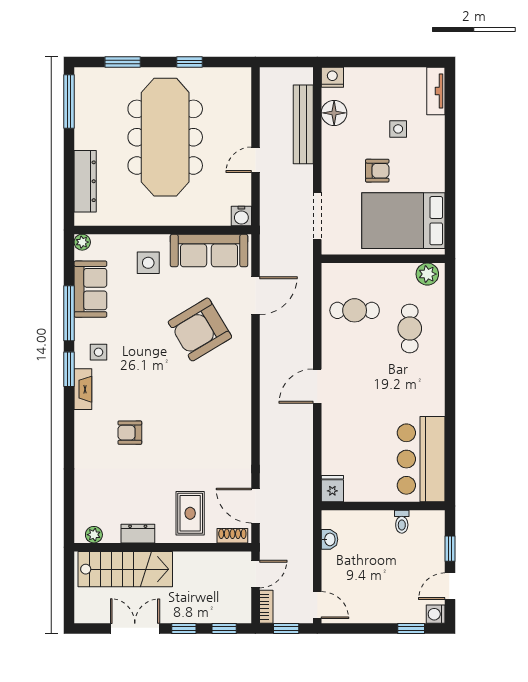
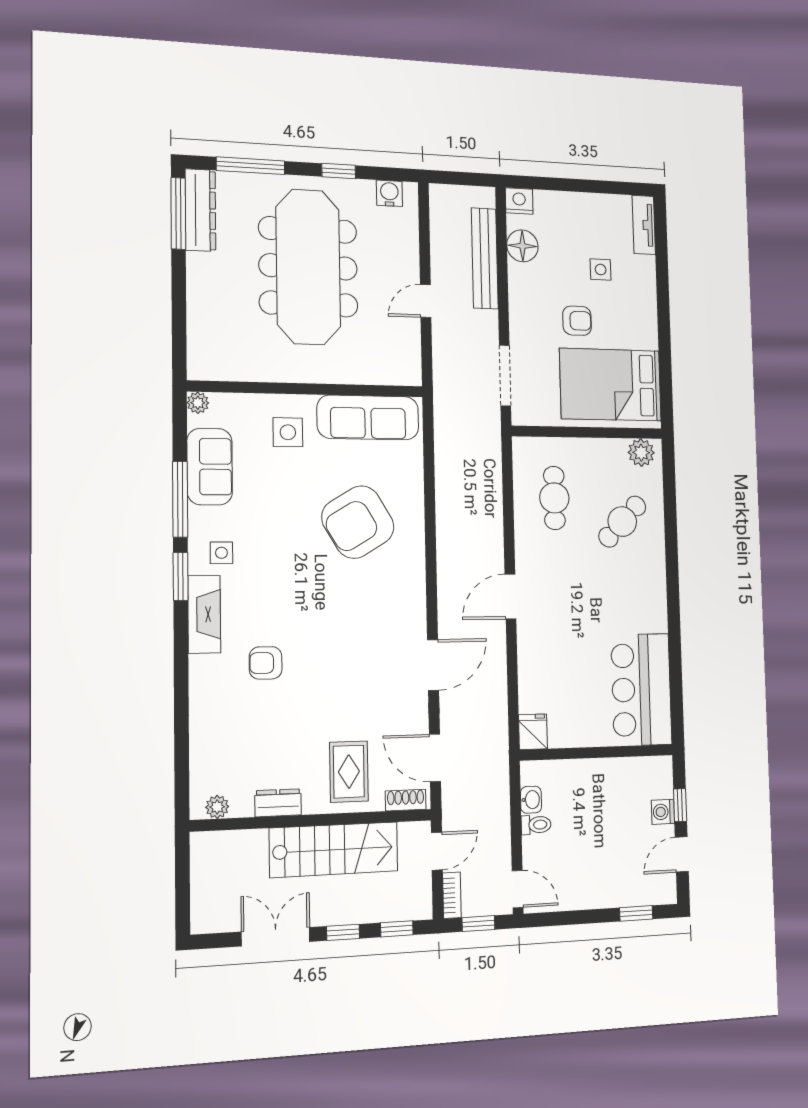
window: (123, 62) -> (251, 166), width x1.44
dresser: (85, 181) -> (200, 210), moved
water cooler: (241, 216) -> (389, 193), moved, turned 180
door: (255, 296) -> (433, 665), moved
cafe table: (355, 310) -> (554, 498), turned 90
cafe table: (410, 328) -> (622, 522), turned 44
fireplace: (83, 389) -> (204, 614), width x1.37, depth x1.32
toilet: (402, 522) -> (536, 825), moved, turned -90
stairs: (125, 569) -> (334, 850), moved
washing machine: (436, 614) -> (663, 812), moved

